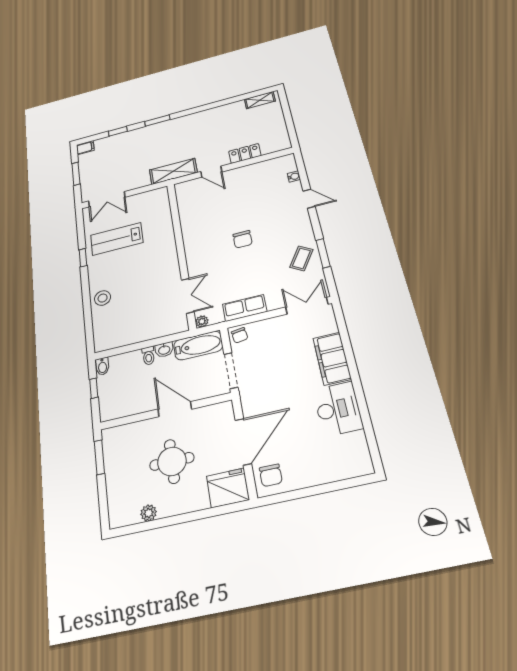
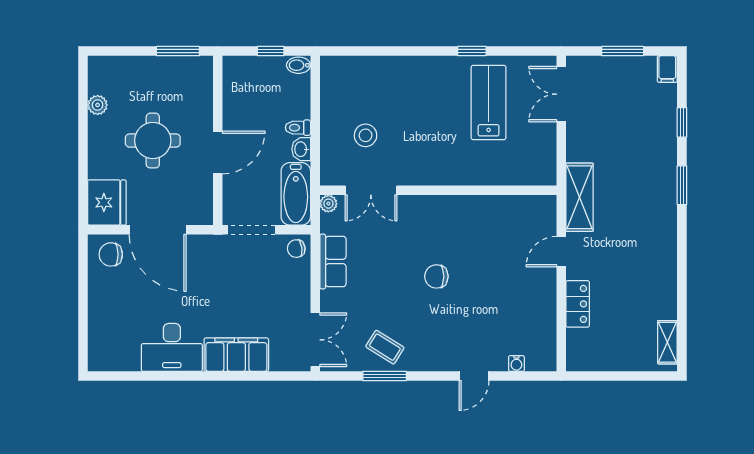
stool: (103, 298) -> (366, 135), moved

